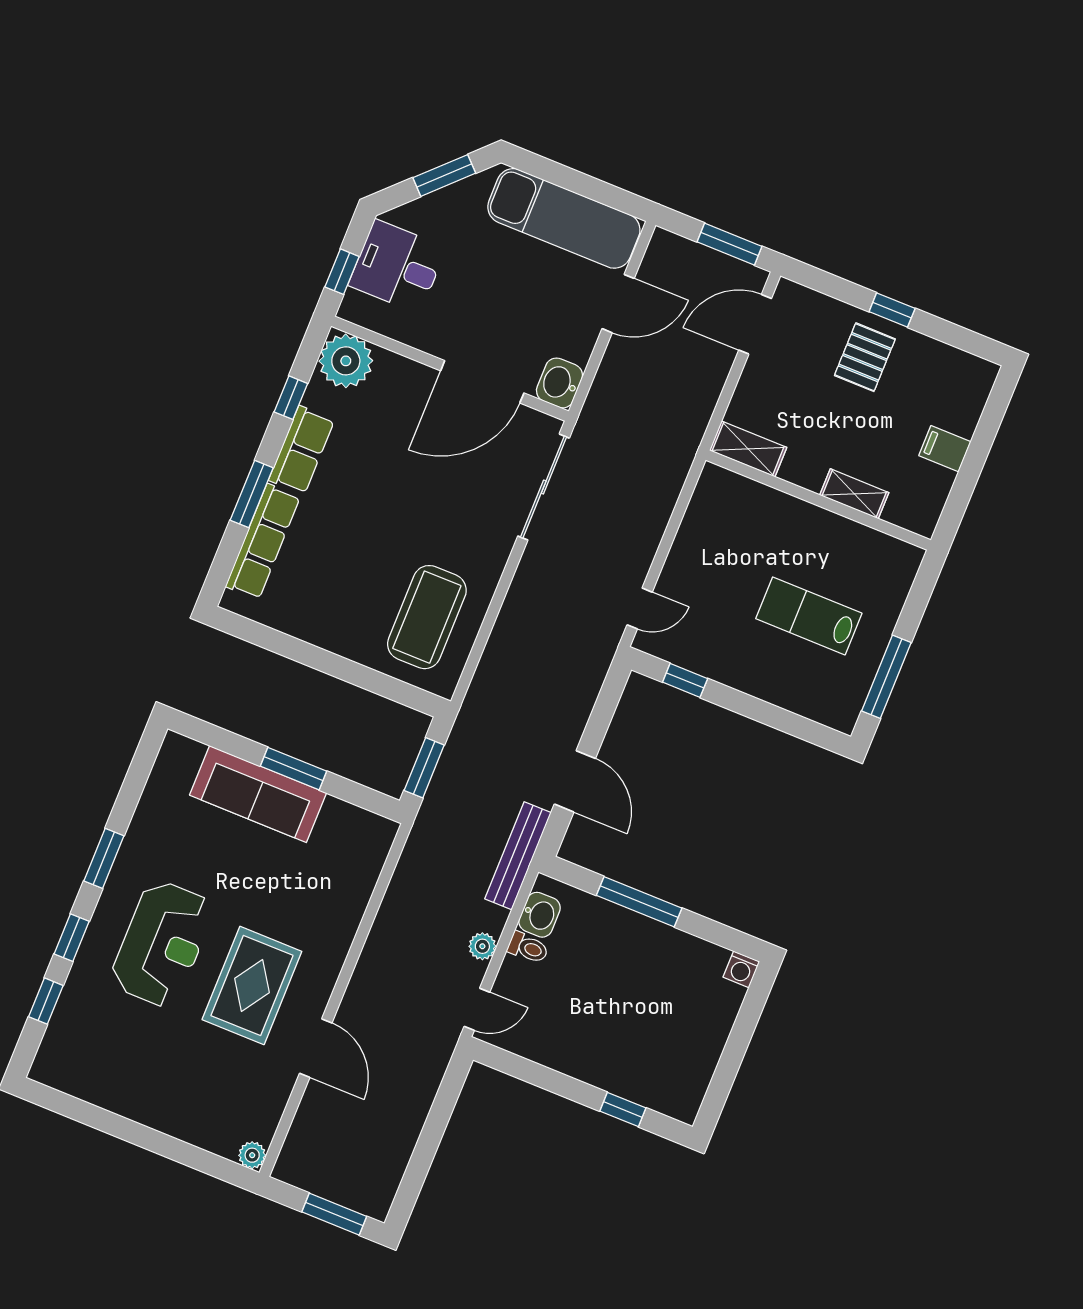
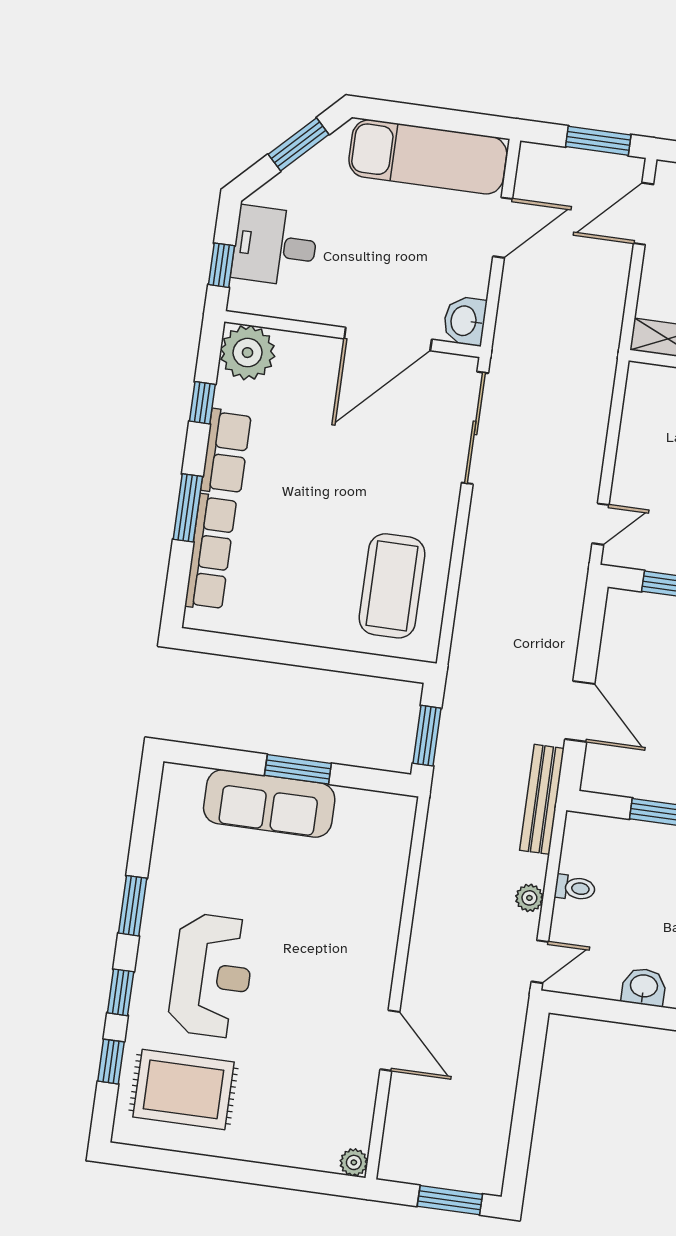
washbasin: (540, 915) -> (644, 987), moved, turned -90
rug: (252, 986) -> (183, 1089), moved, turned 90

